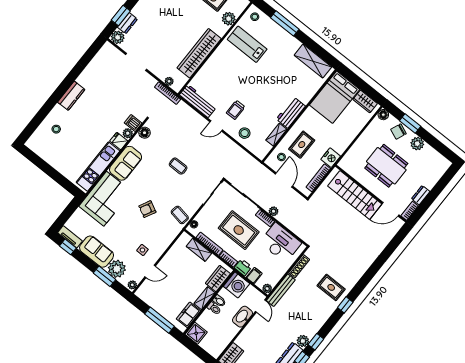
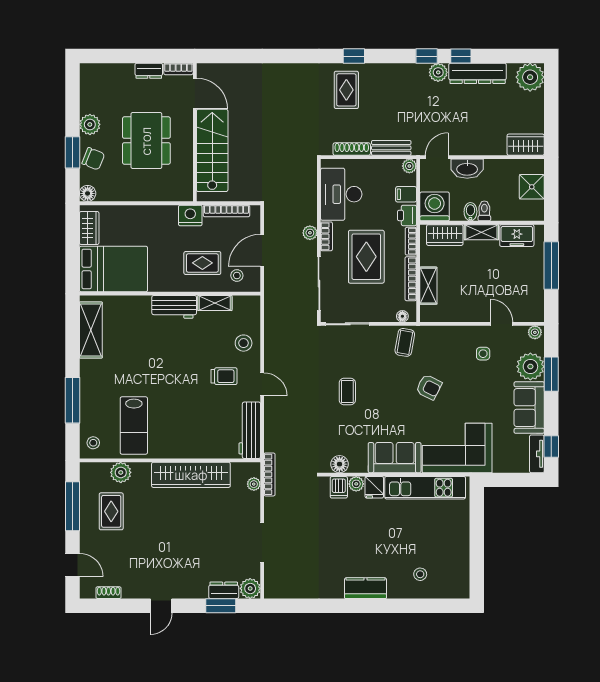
bench: (281, 290) -> (391, 148), width x0.73
shower: (196, 333) -> (532, 187), moved

